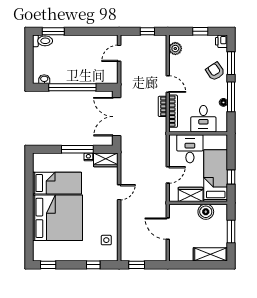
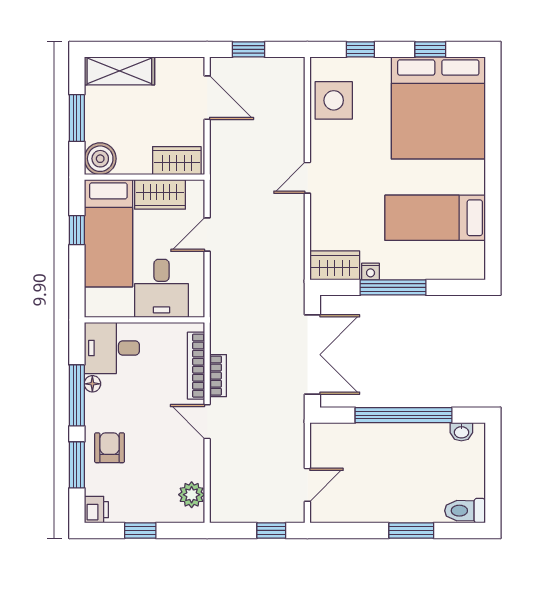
window: (53, 31) -> (411, 530), moved
window: (147, 31) -> (271, 530), moved
armchair: (215, 71) -> (110, 448), turned -146
desk: (203, 119) -> (112, 348), moved, turned -90
door: (119, 192) -> (307, 178), moved
wardrobe: (182, 211) -> (177, 161), added
boiler: (206, 212) -> (100, 159), moved
bed: (57, 218) -> (438, 108), moved, turned -90
door: (168, 229) -> (207, 98), moved
side table: (106, 240) -> (334, 100), width x1.87, depth x1.87
window: (48, 265) -> (430, 49), moved
window: (137, 265) -> (249, 49), moved

